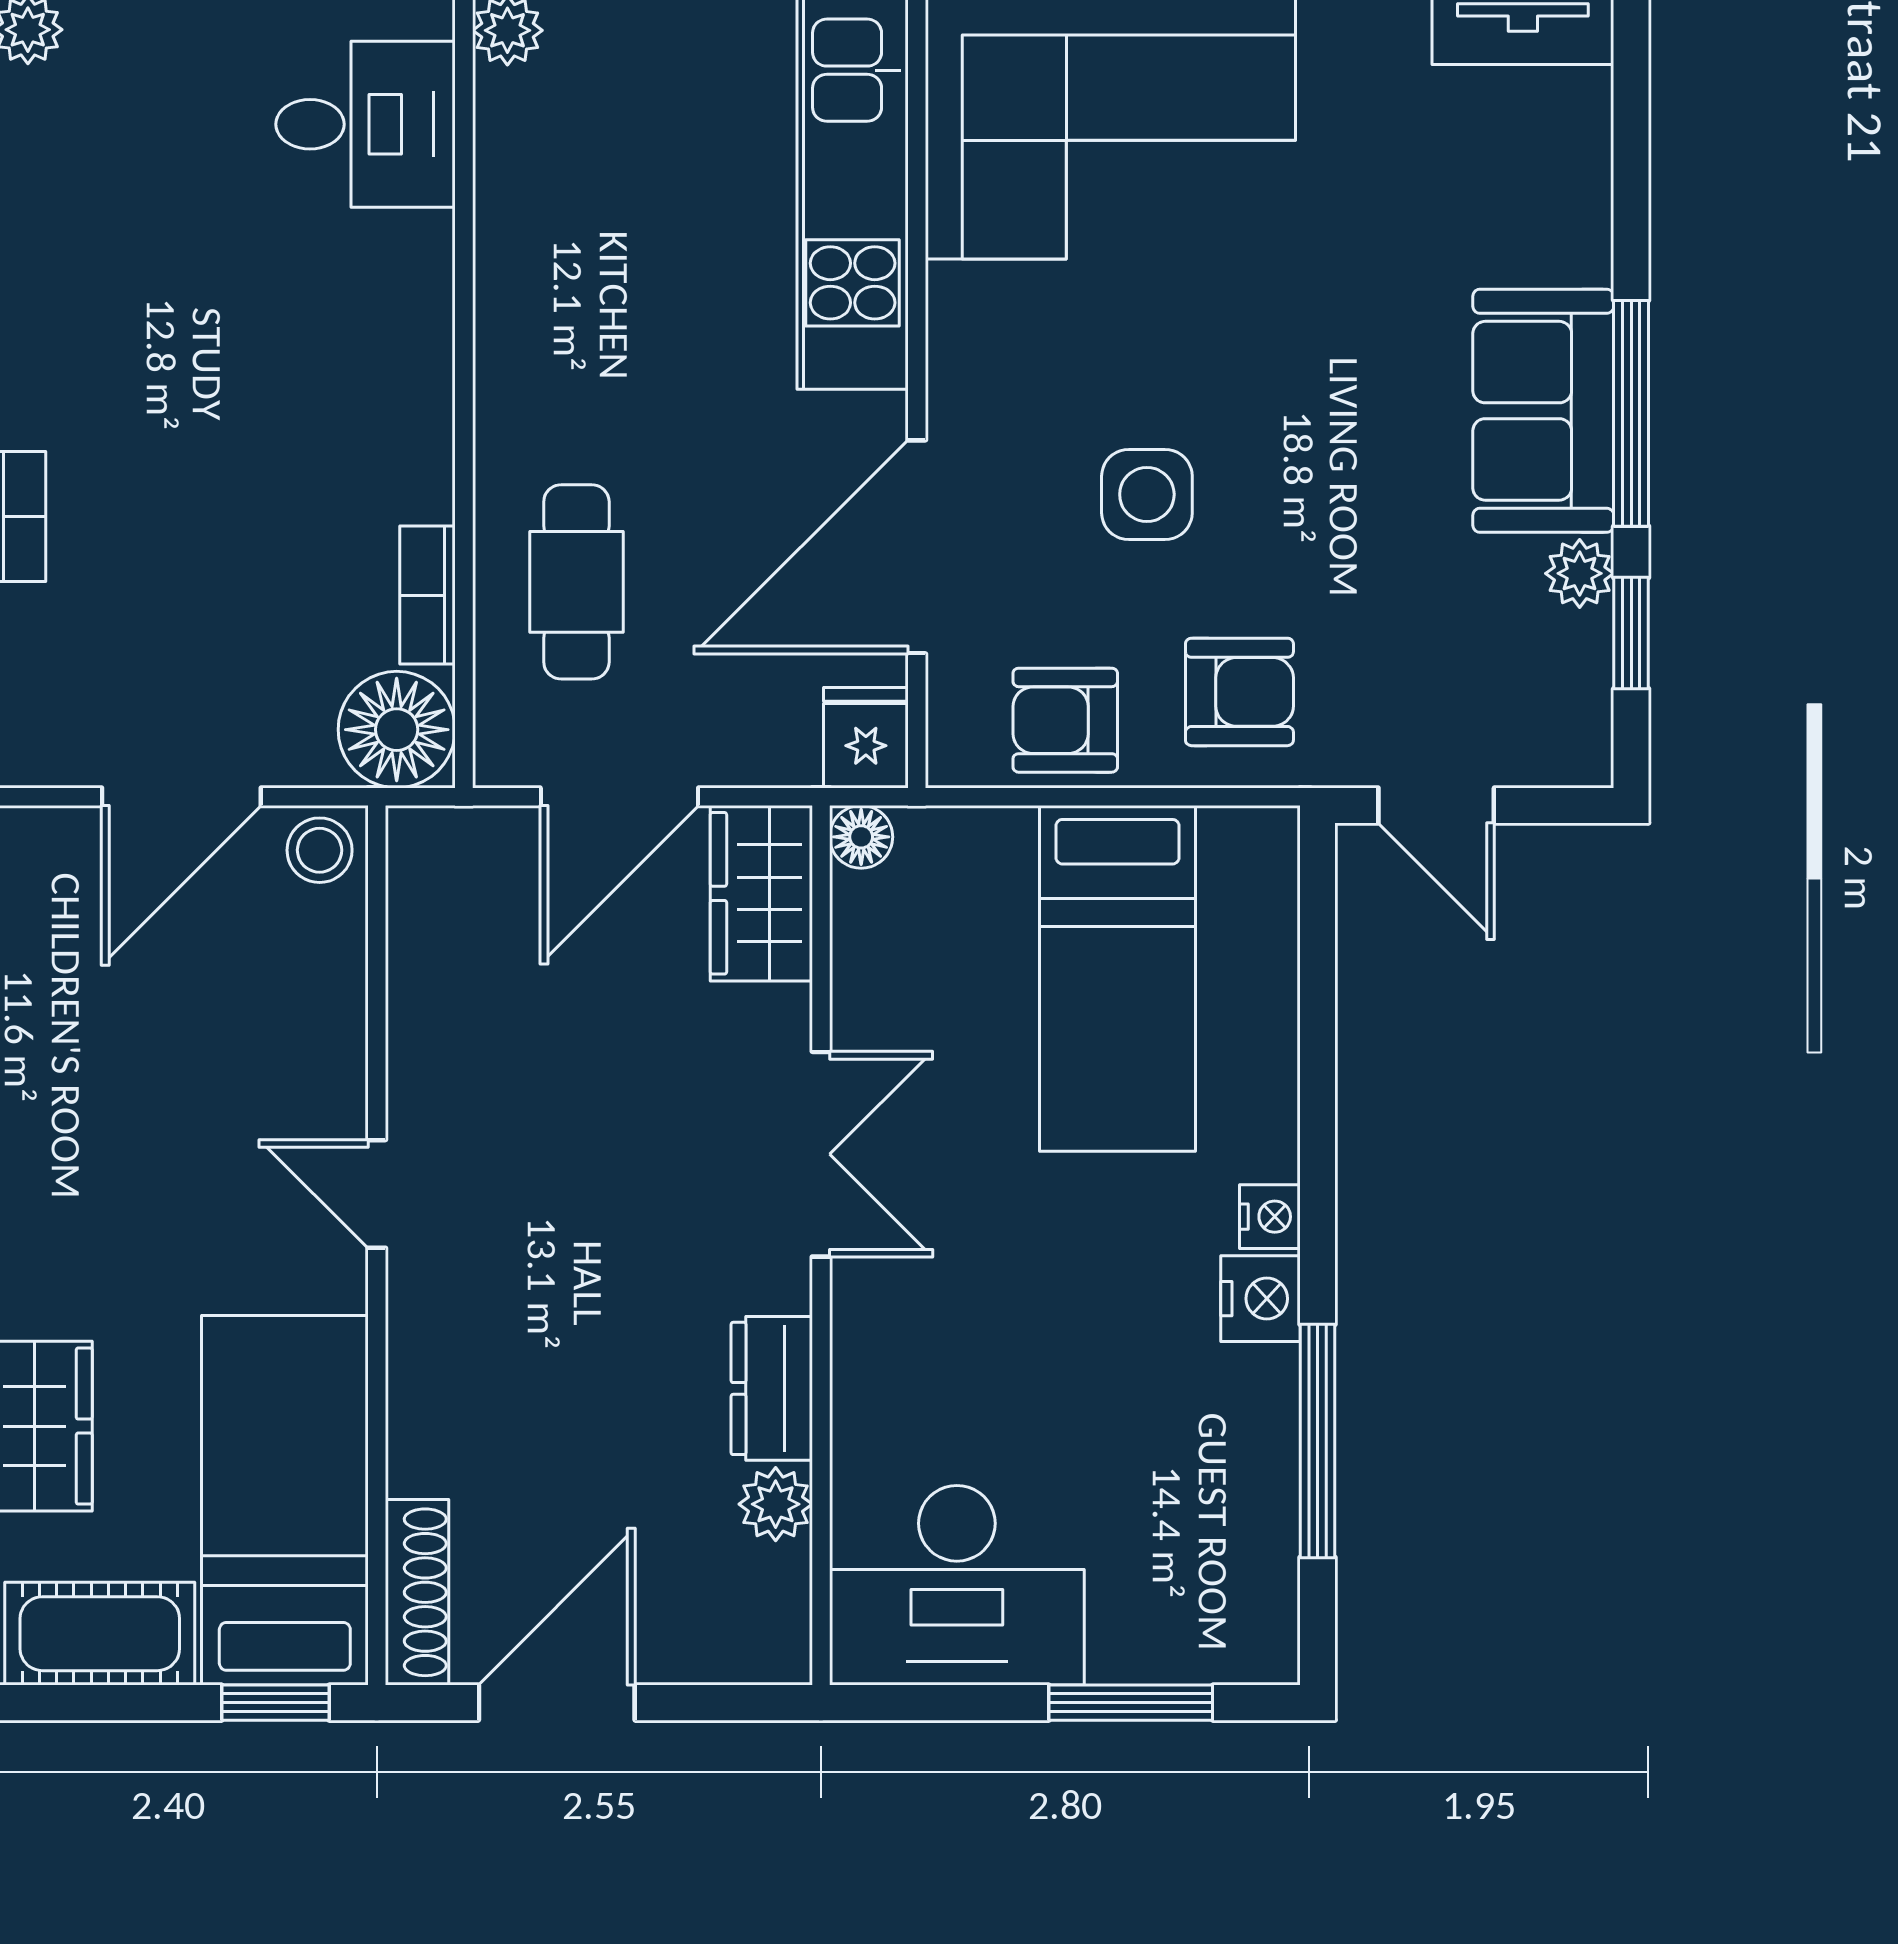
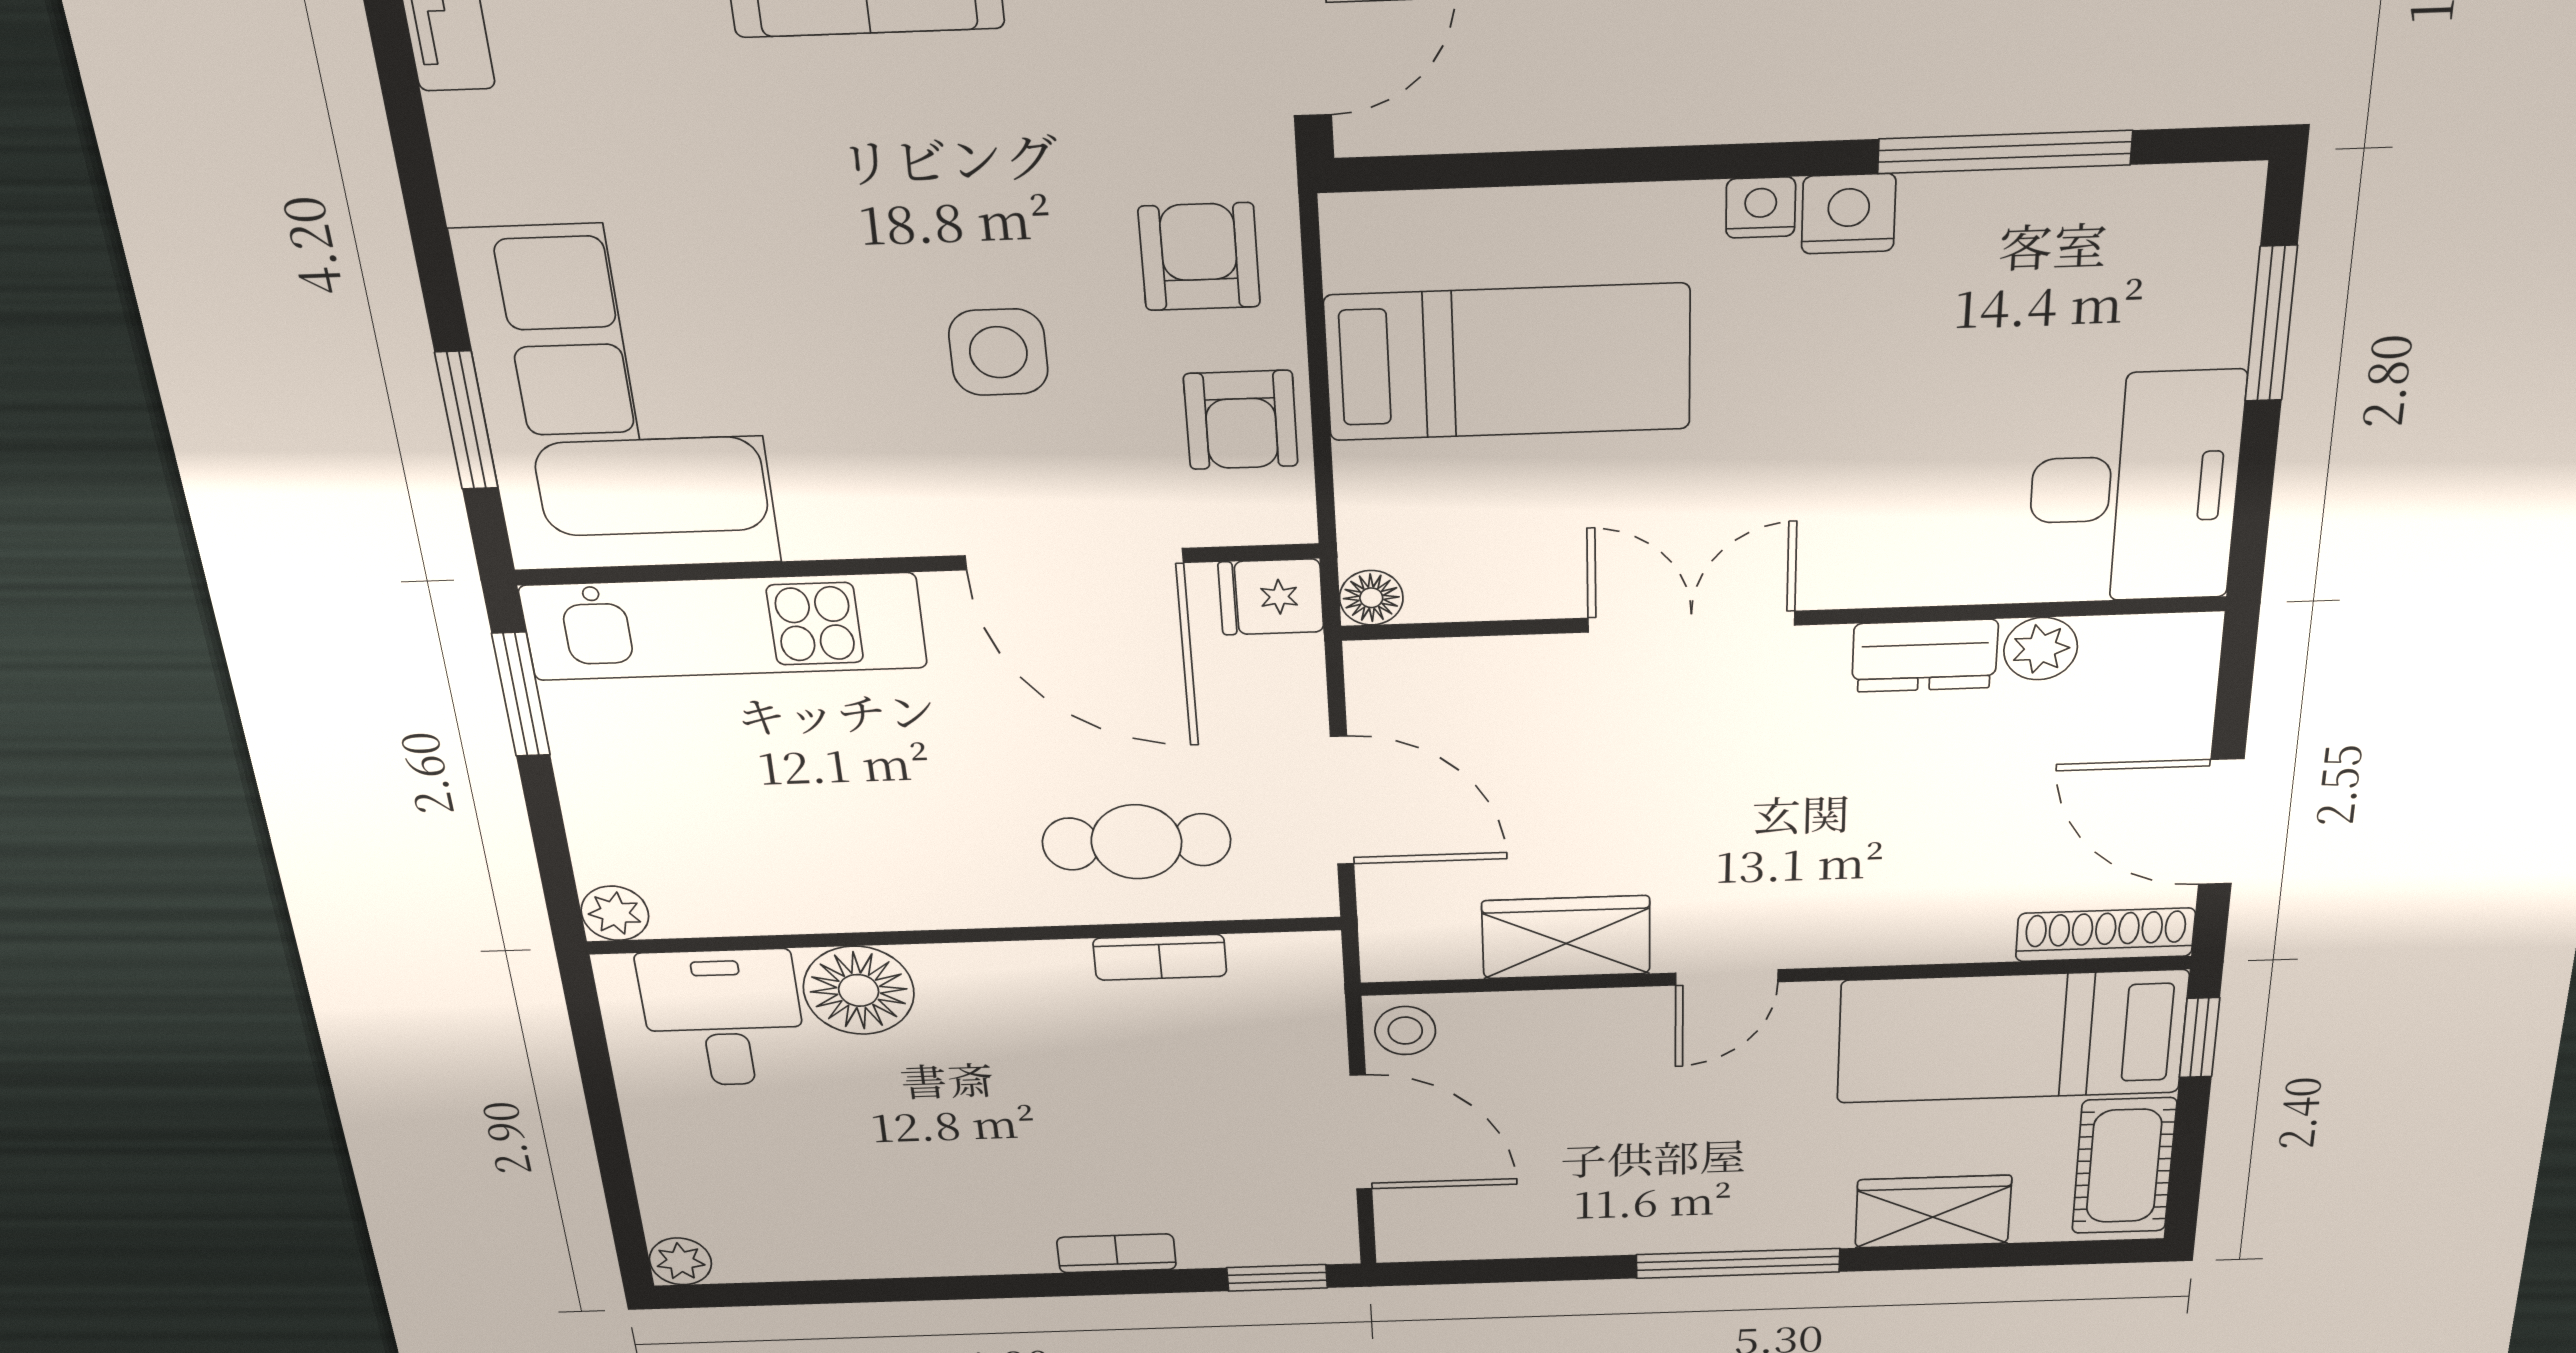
floor lamp: (397, 730) -> (859, 990), moved
wardrobe: (761, 893) -> (1566, 937), moved, turned 180

